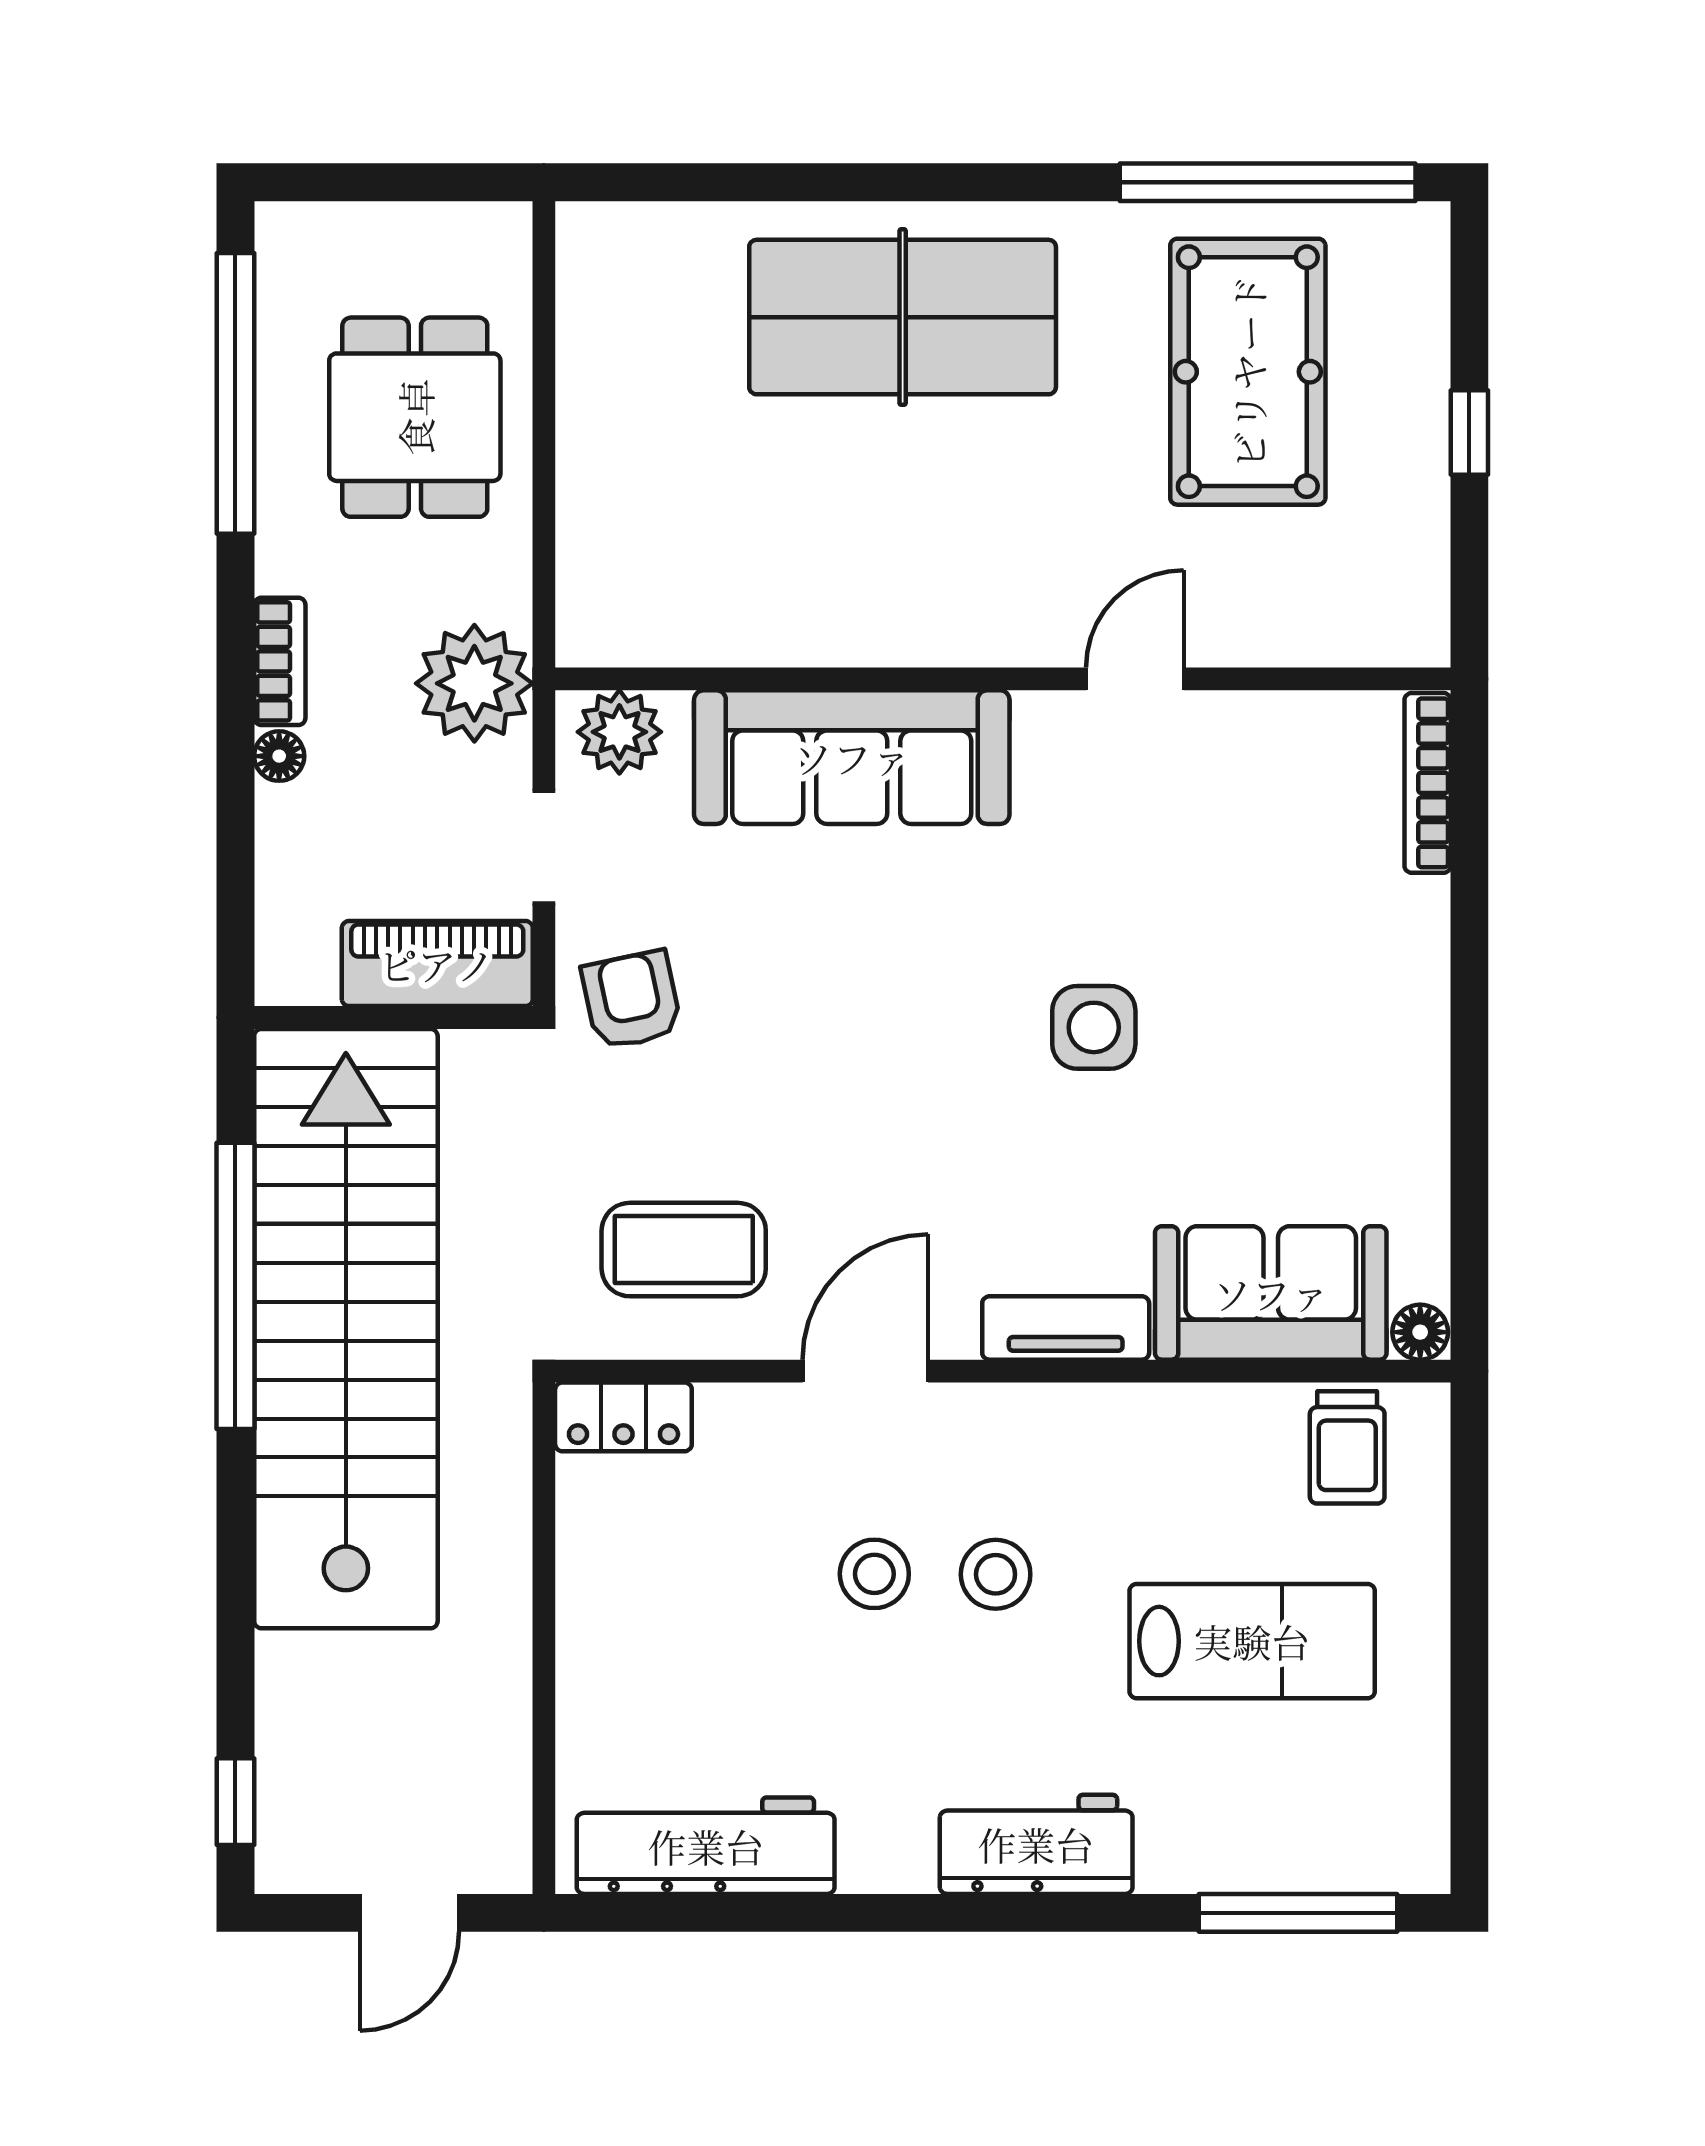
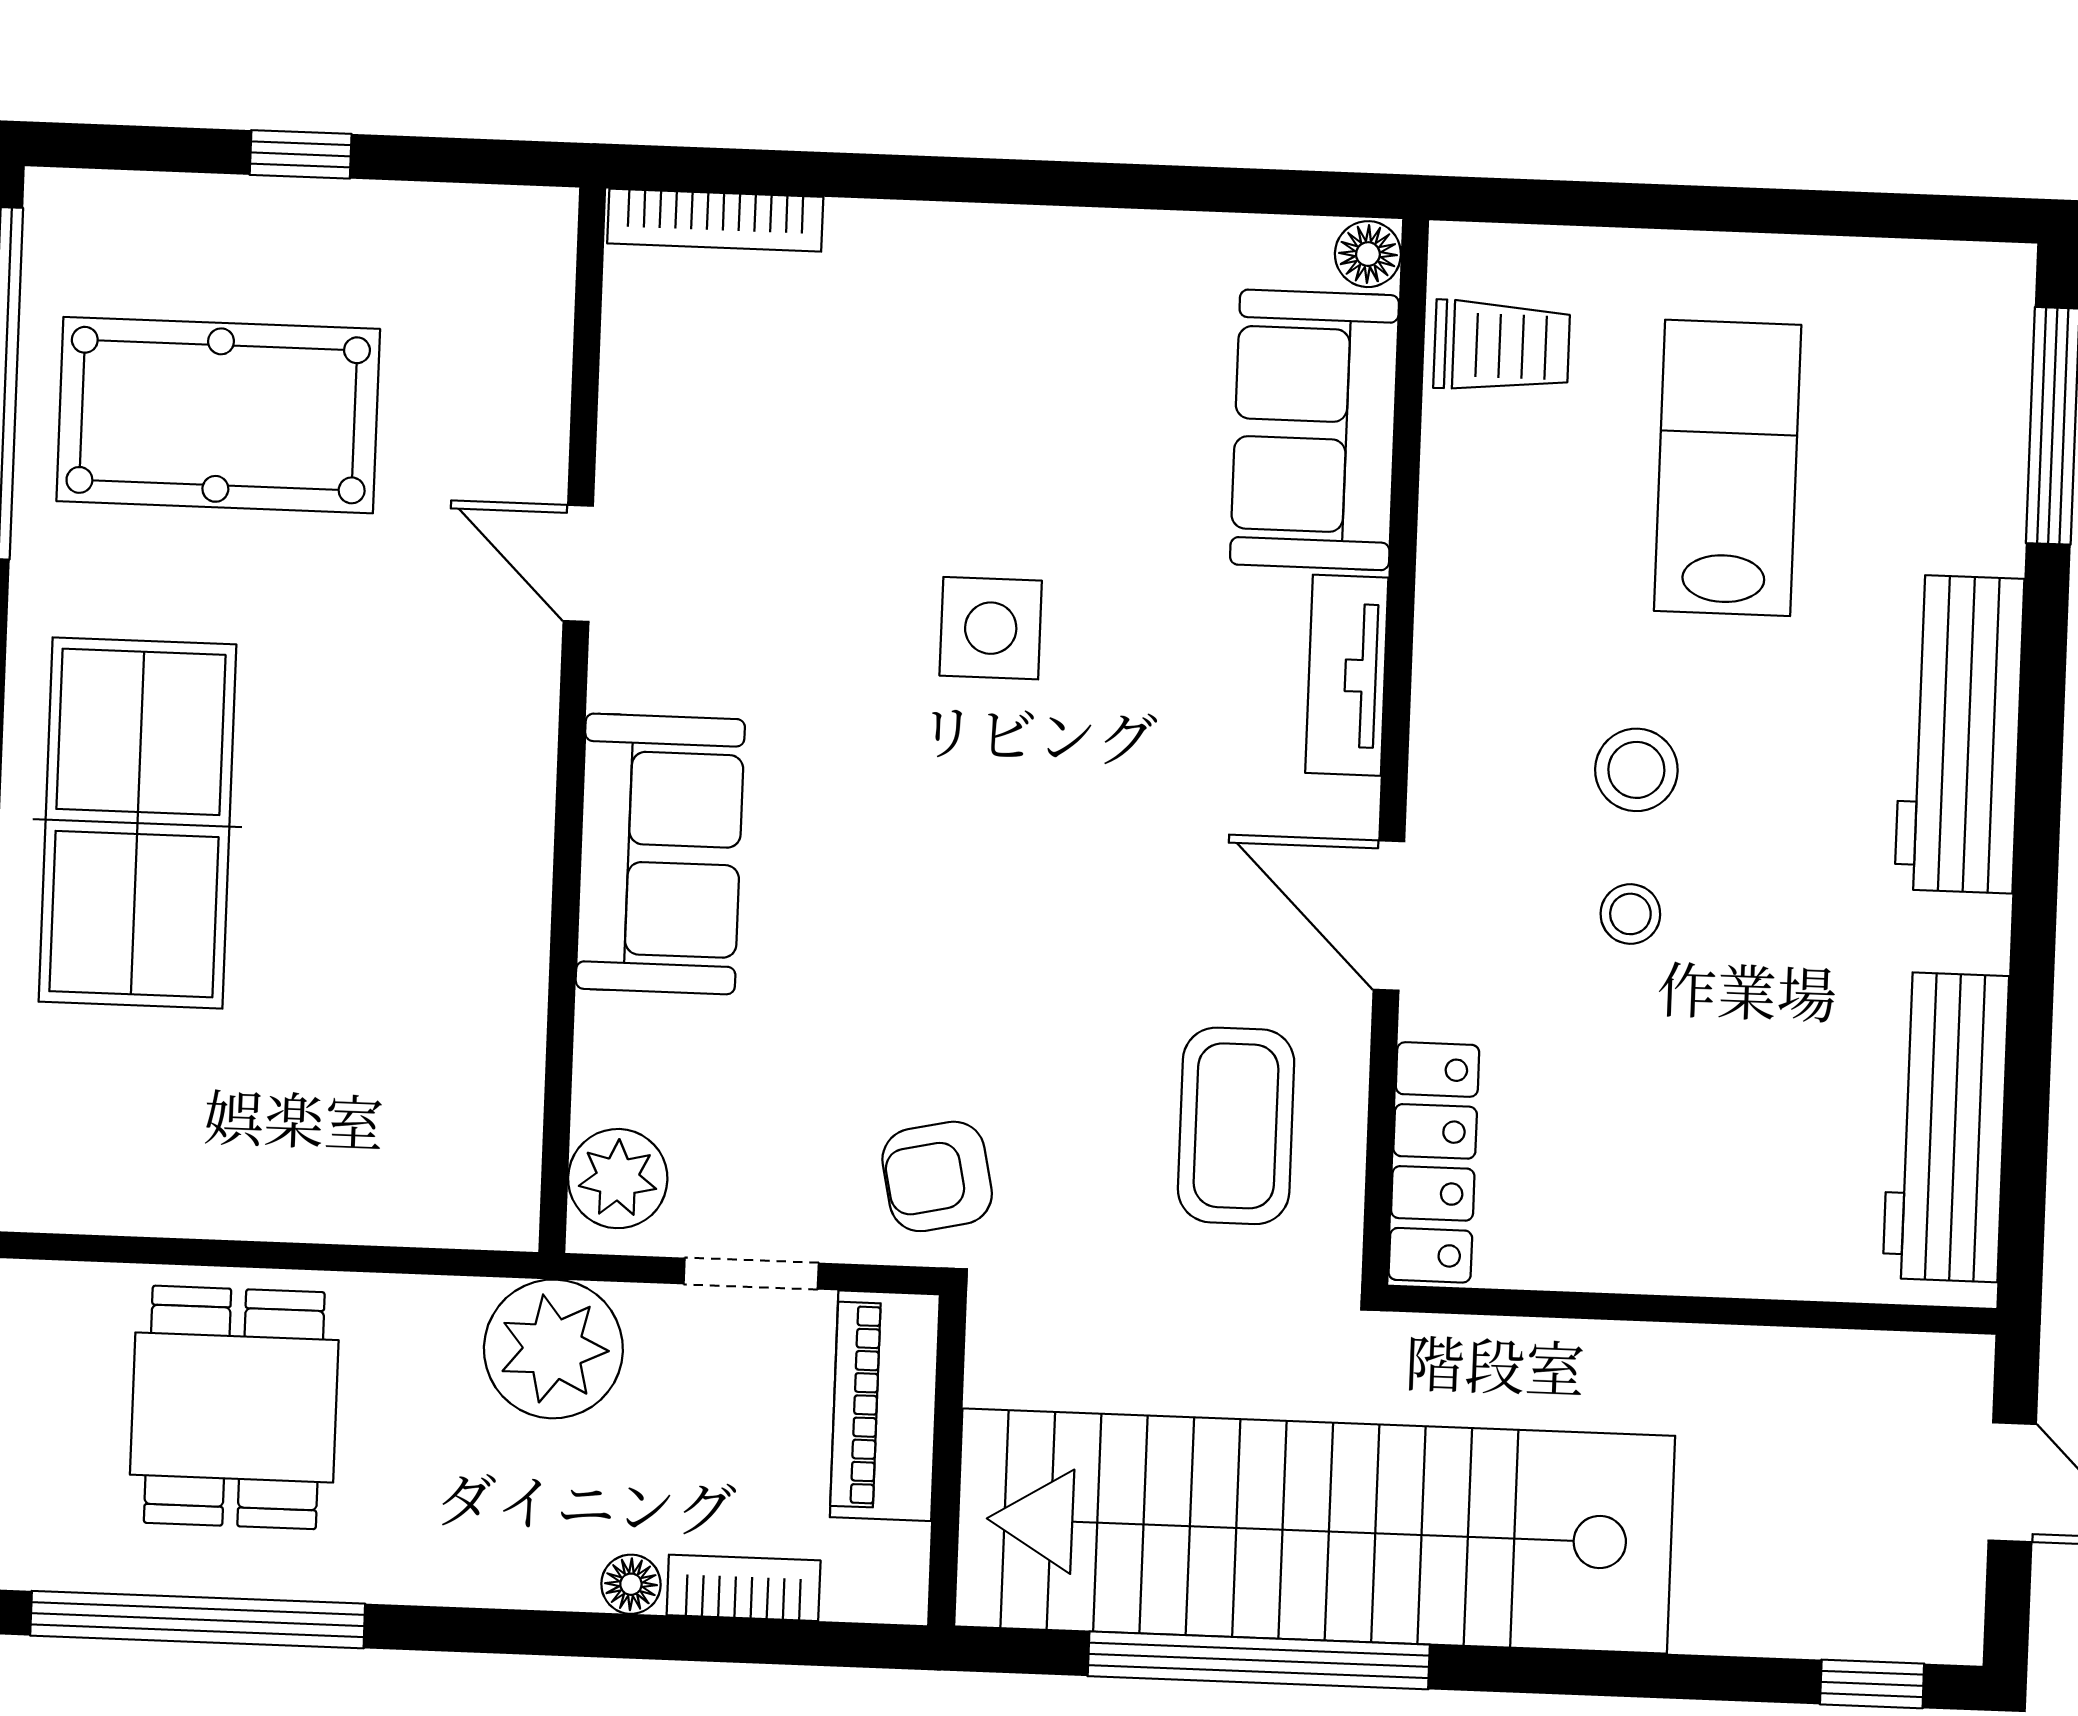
dining table: (415, 417) -> (234, 1407), turned 90
bookcase: (280, 661) -> (744, 1588), moved
sofa: (852, 757) -> (660, 854), width x0.73
locker: (623, 1417) -> (1434, 1162), width x1.53
stool: (874, 1574) -> (1630, 914), width x0.73, depth x0.73
workbench: (1036, 1844) -> (1959, 734), width x1.38

